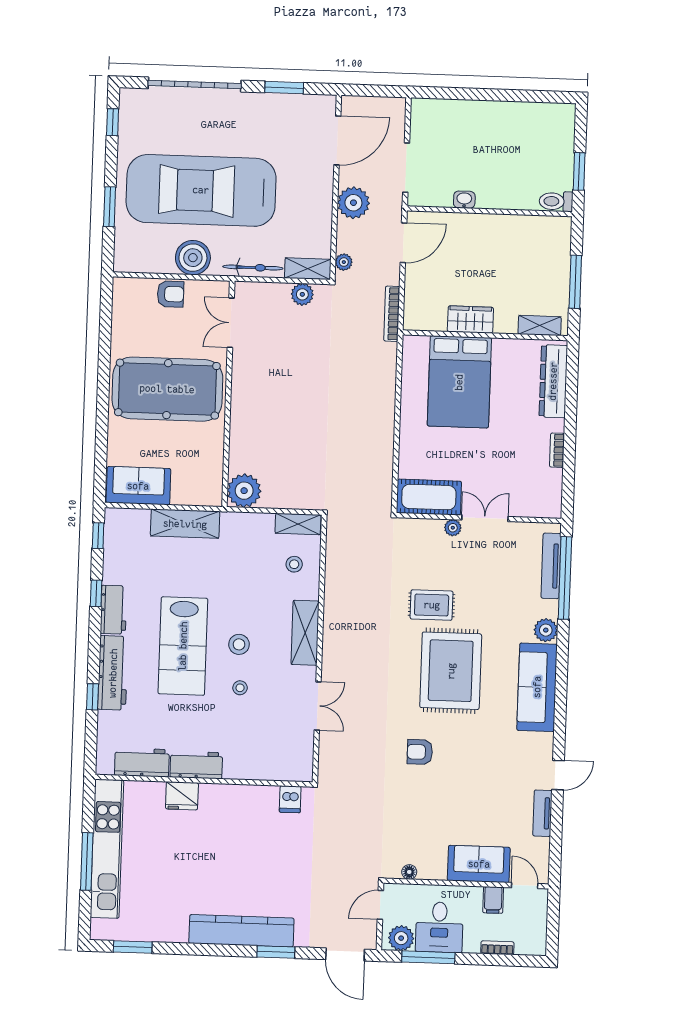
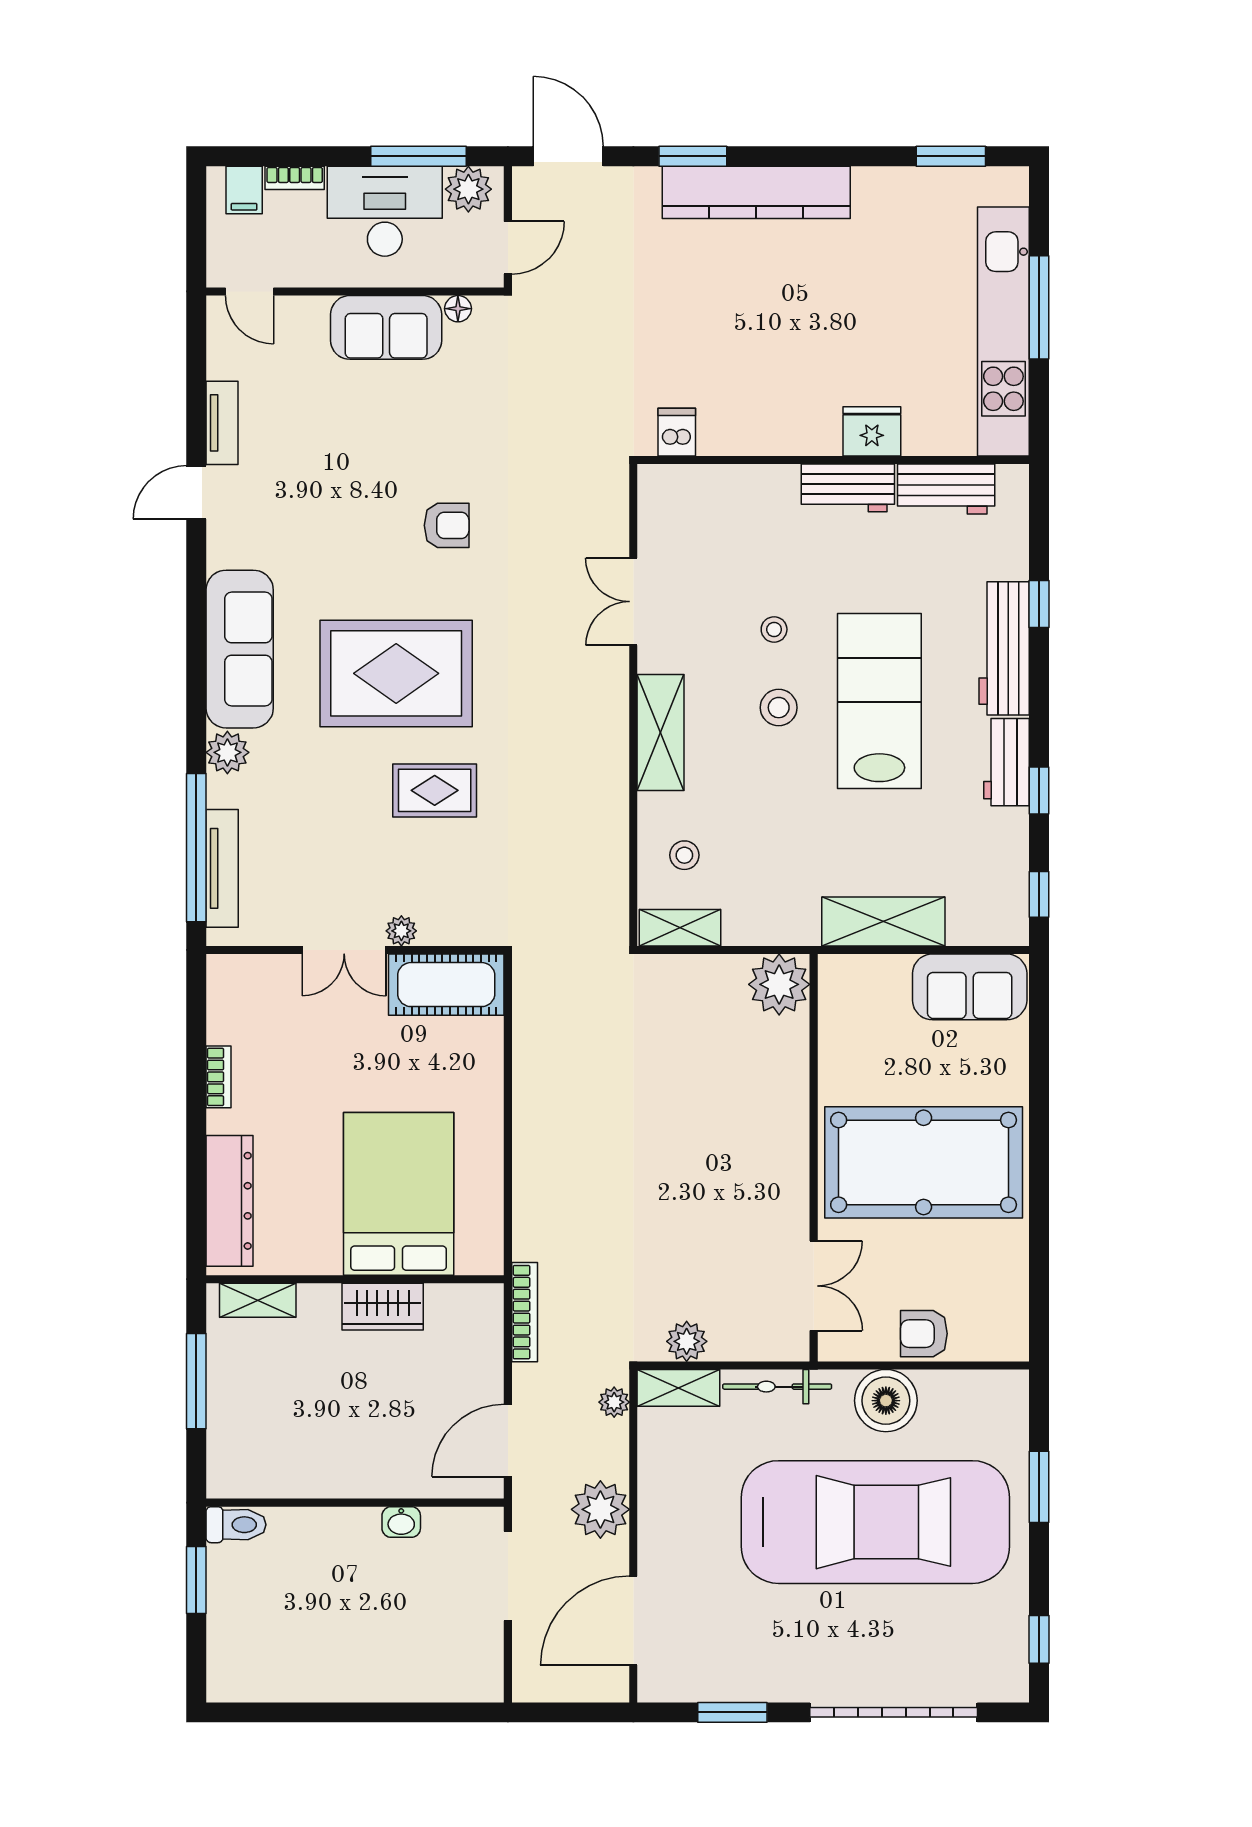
rug: (451, 671) -> (396, 673), turned 90
sofa: (479, 864) -> (386, 327), moved
filing cabinet: (493, 900) -> (244, 190), moved, turned 180
desk: (439, 927) -> (385, 211), width x1.37

